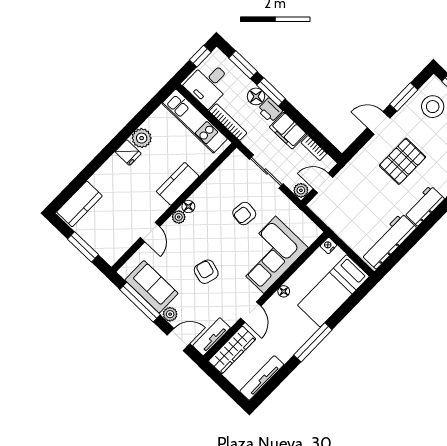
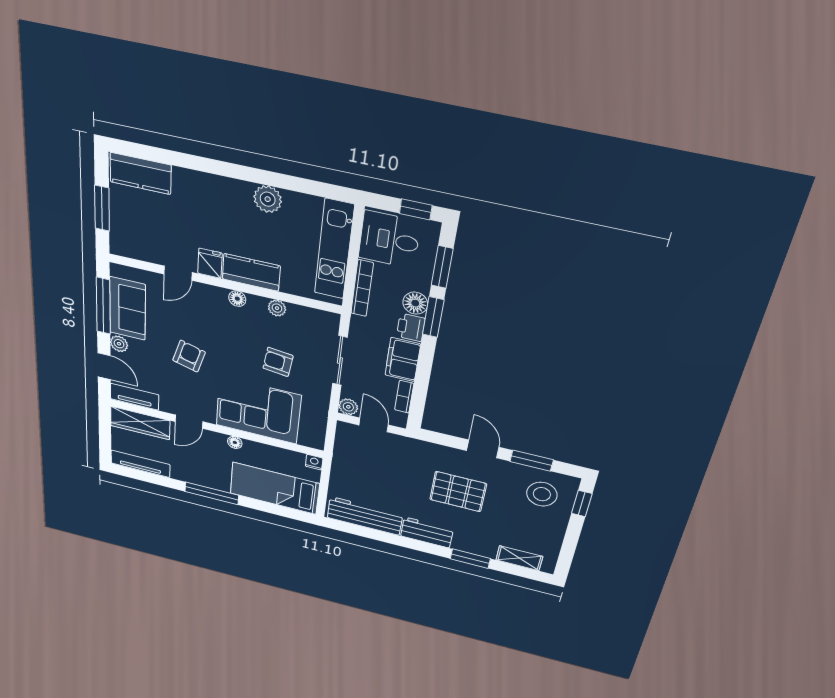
fridge: (128, 153) -> (210, 263), moved, turned 180
plant: (179, 217) -> (277, 308), moved

